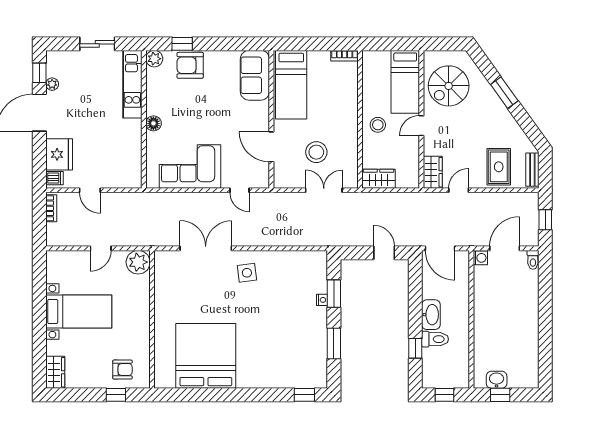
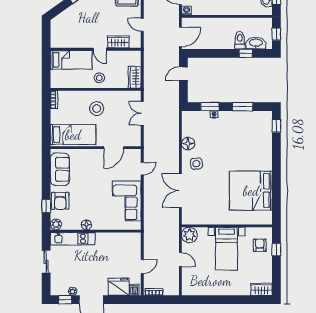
sofa: (255, 75) -> (60, 169), moved, turned -90
spiral stairs: (449, 86) -> (74, 31), removed
floor lamp: (153, 123) -> (86, 225), moved
stool: (316, 152) -> (97, 109), moved
wardrobe: (433, 172) -> (118, 42), moved
floor lamp: (277, 260) -> (188, 144), added
bed with nightstands: (79, 312) -> (227, 249), moved, turned 180
washbasin: (431, 315) -> (256, 43), moved

